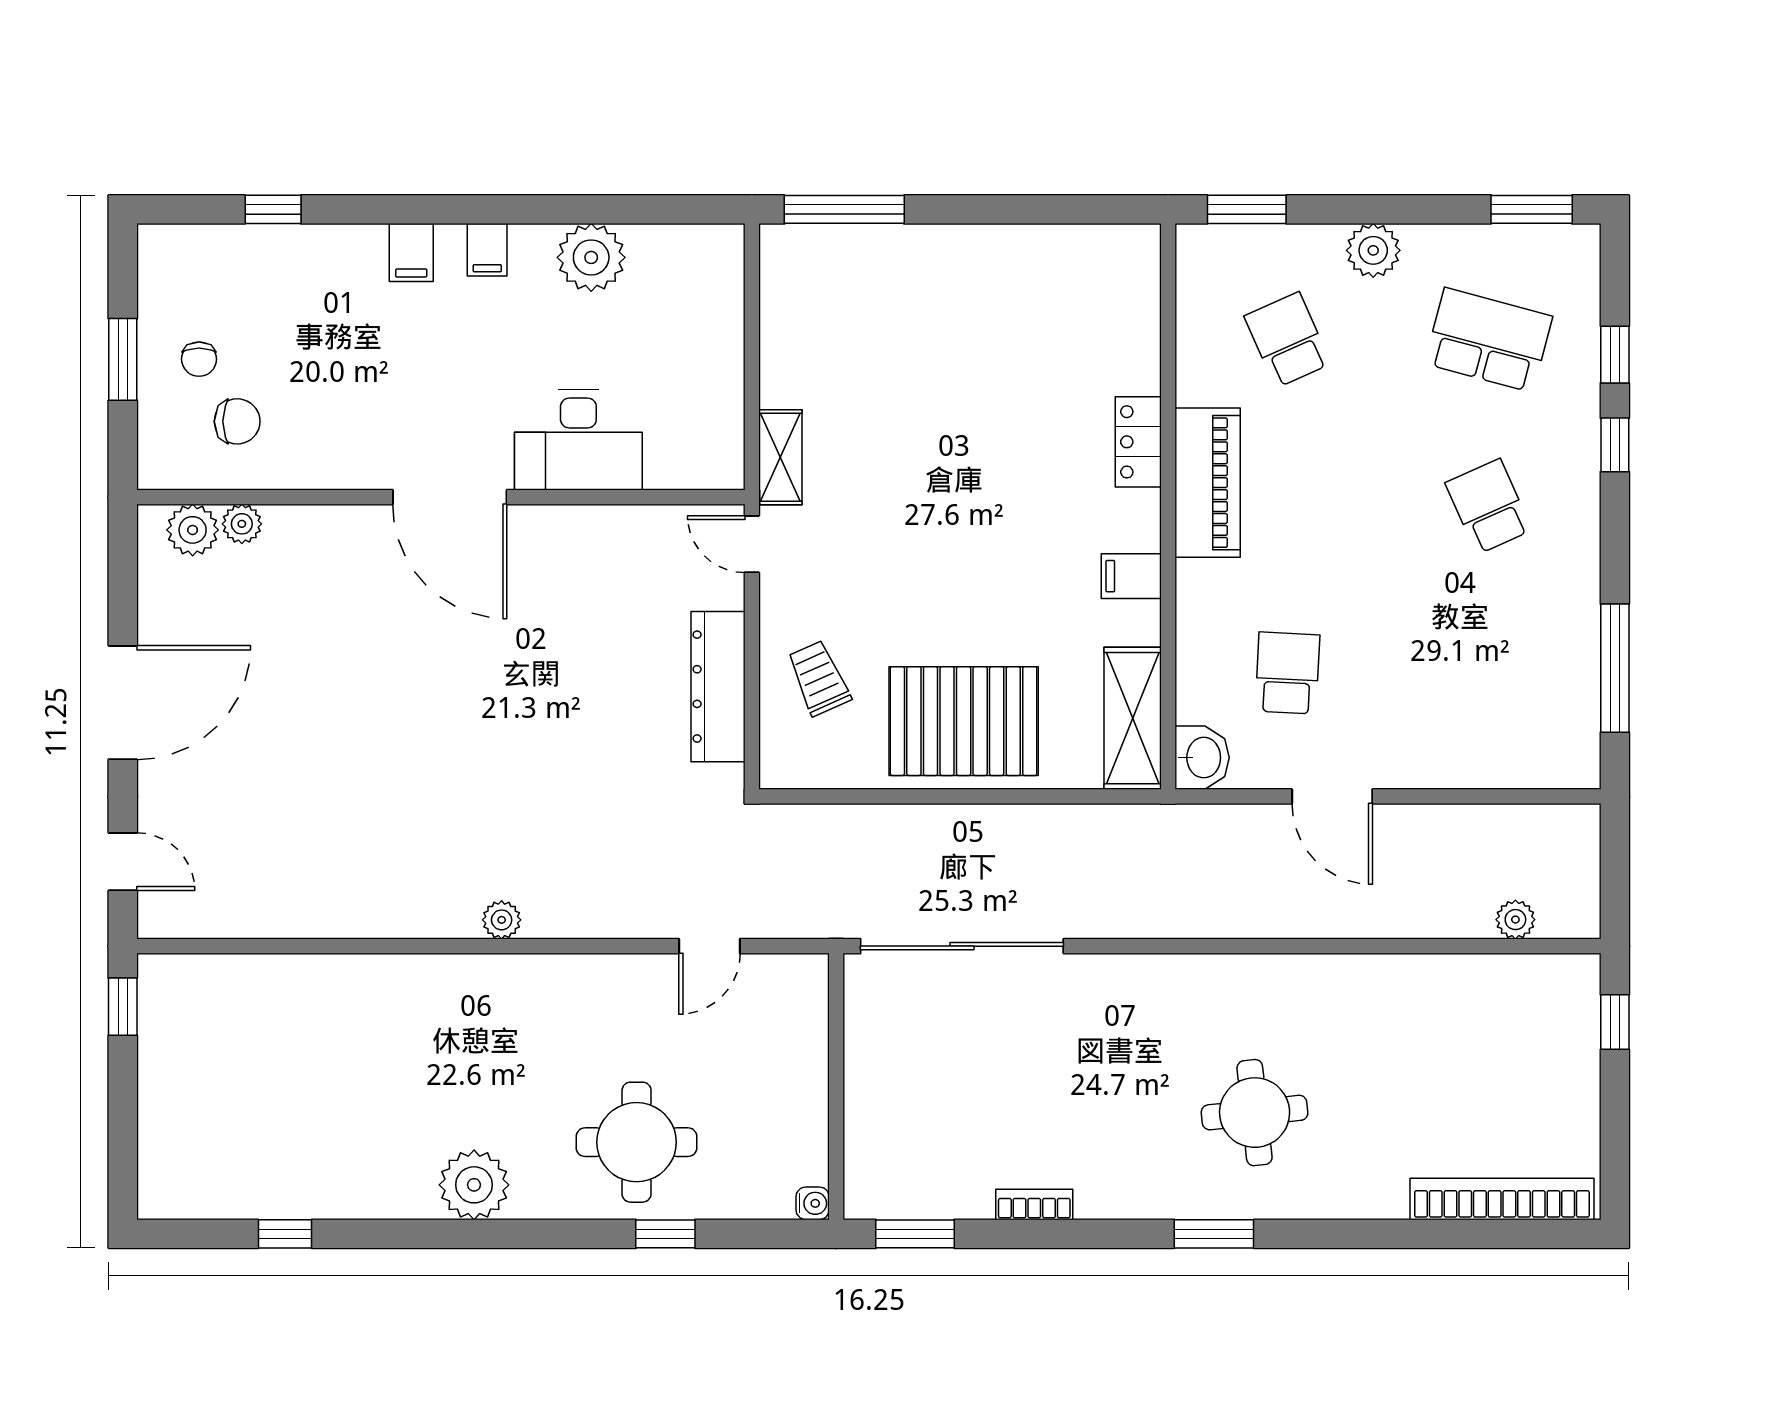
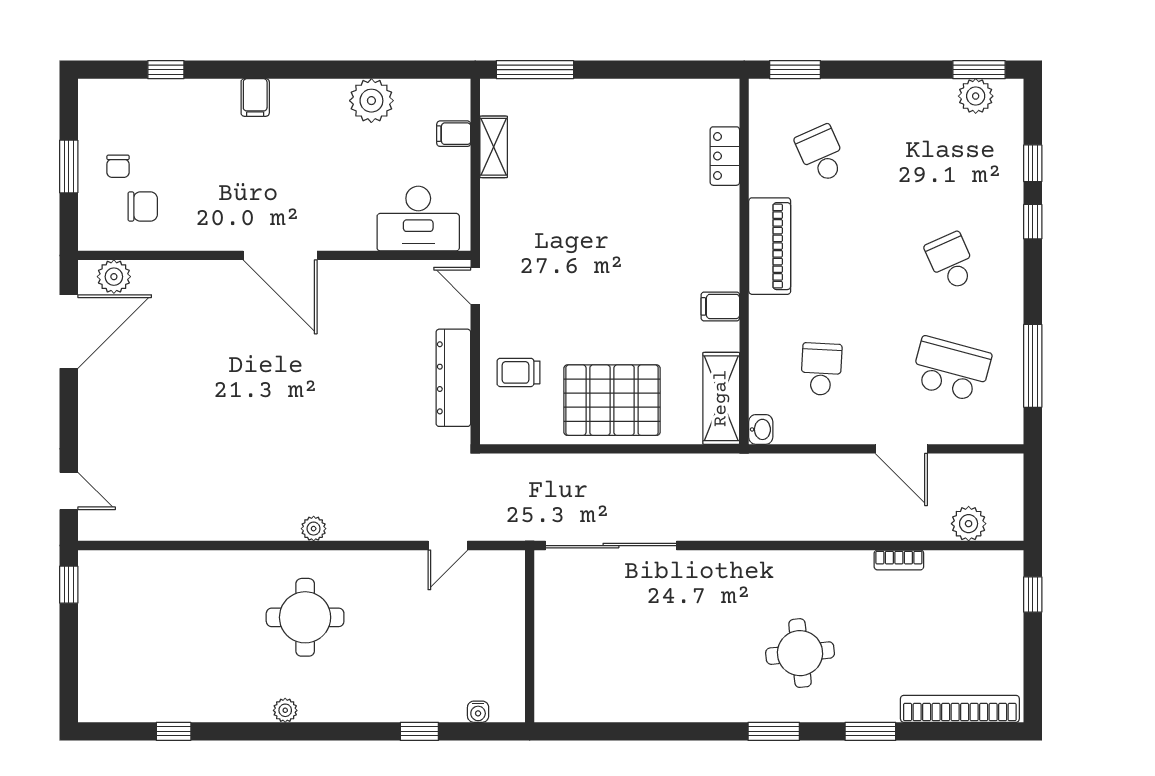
filing cabinet: (487, 250) -> (454, 134), moved, turned 90
plant: (1373, 250) -> (976, 96), moved
school desk: (1488, 340) -> (951, 369), moved
desk: (578, 440) -> (418, 219), moved
locker: (1138, 442) -> (725, 156), moved
shelving: (780, 457) -> (494, 147), moved
plant: (242, 524) -> (146, 273), removed
trolley: (819, 678) -> (518, 372), turned -66
door: (123, 703) -> (69, 332), moved
washbasin: (1202, 758) -> (761, 429), width x0.72, depth x0.69
door: (1332, 796) -> (901, 449), moved
plant: (1515, 920) -> (969, 524), width x1.38, depth x1.38
round table: (637, 1142) -> (305, 617), moved
plant: (474, 1185) -> (285, 710), width x0.53, depth x0.53
water cooler: (813, 1203) -> (478, 712), moved, turned 90
bookcase: (1034, 1204) -> (899, 560), moved, turned 180
window: (915, 1234) -> (870, 731), moved

